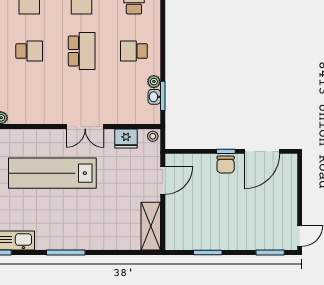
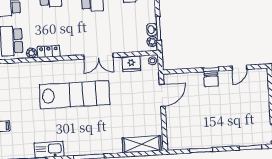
plant: (154, 82) -> (152, 42), moved
locker: (23, 117) -> (49, 52), added
door: (262, 151) -> (239, 68), width x0.53
lab bench: (52, 173) -> (75, 95), turned 180
shelving: (151, 226) -> (142, 144), moved, turned 90

